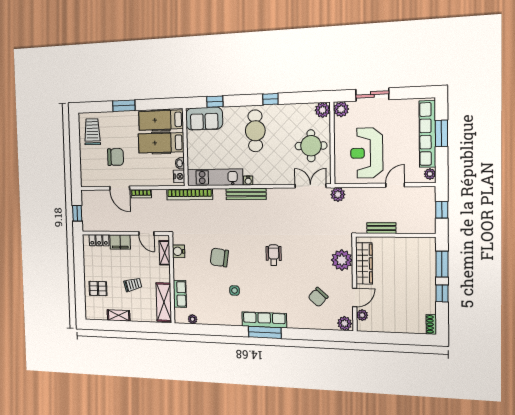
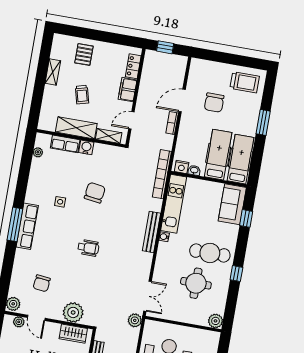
plant: (341, 109) -> (212, 338), removed
round table: (311, 146) -> (196, 283), moved
water cooler: (179, 251) -> (86, 147), moved
wardrobe: (364, 263) -> (73, 334), width x0.67
chair: (318, 297) -> (42, 283), turned -126
shelving: (164, 302) -> (76, 128), moved

